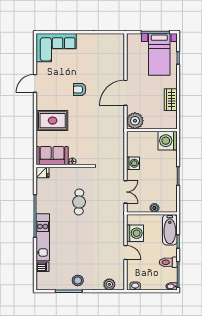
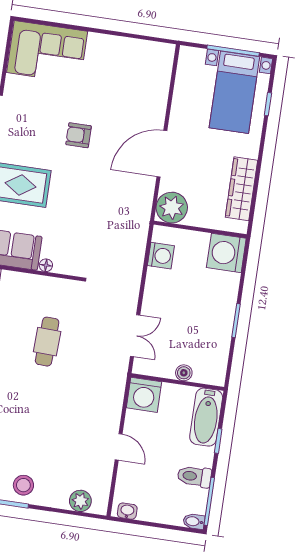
wardrobe: (171, 100) -> (241, 189), width x1.50
washing machine: (133, 163) -> (161, 256), moved
washing machine: (135, 233) -> (144, 395), moved, turned 90

